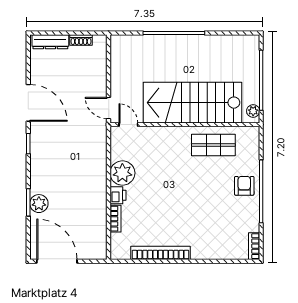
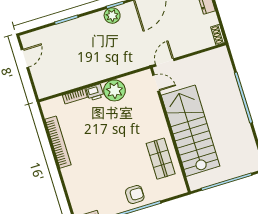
shoe rack: (81, 40) -> (218, 35), moved
plant: (253, 111) -> (199, 183), removed
door: (128, 125) -> (156, 83), hinge flipped
plant: (39, 204) -> (112, 15), moved
door: (57, 261) -> (25, 58), width x0.53

